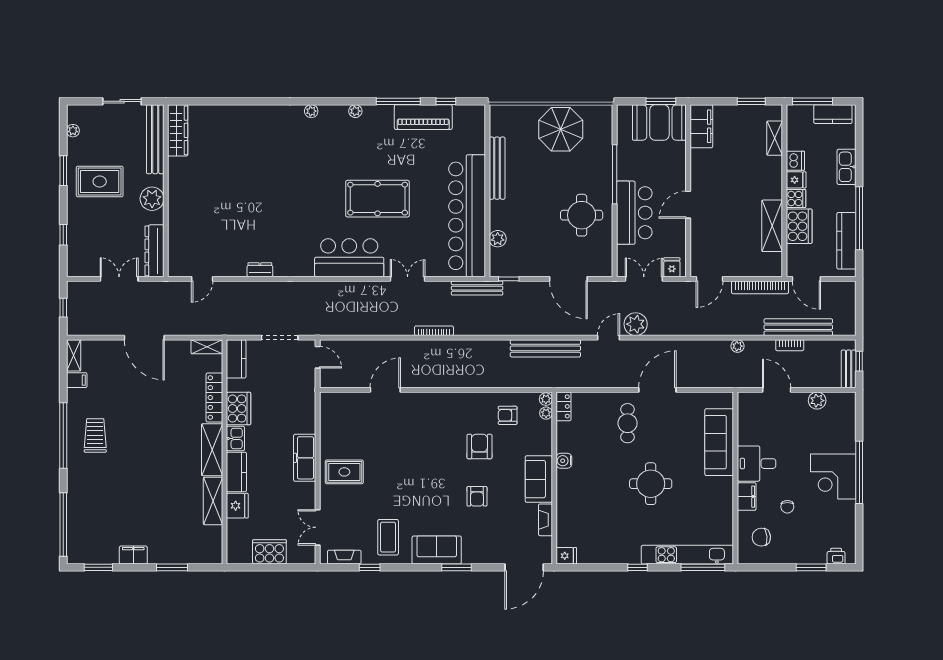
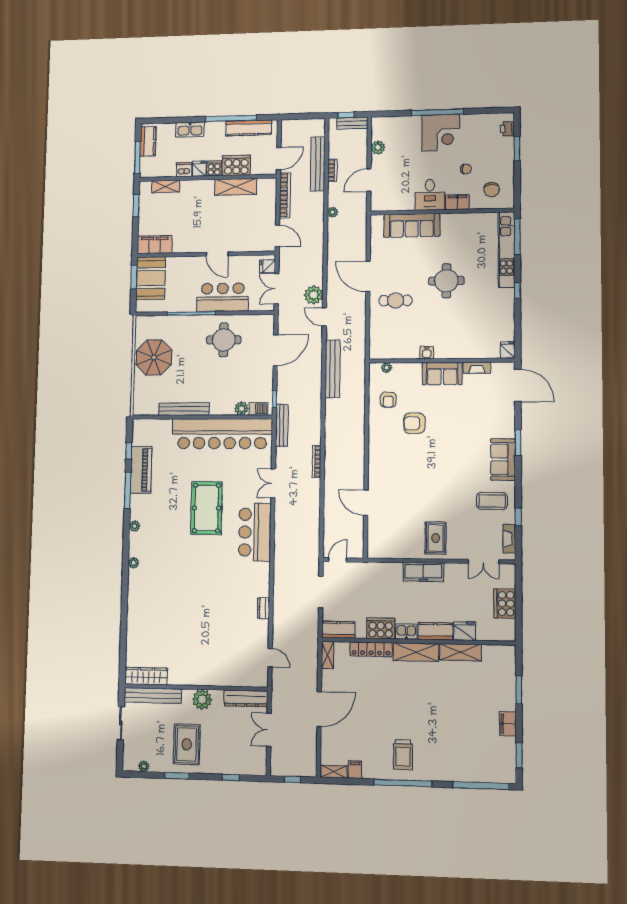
barbecue: (497, 259) -> (258, 409), added
plant: (546, 399) -> (375, 368), removed
locker: (564, 406) -> (381, 353), removed
trolley: (95, 435) -> (403, 755), turned -90
armchair: (477, 496) -> (457, 425), removed

